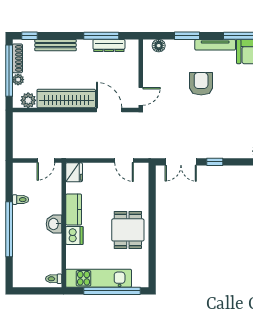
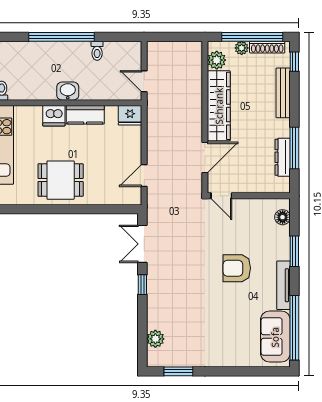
armchair: (201, 84) -> (237, 268), turned 180

